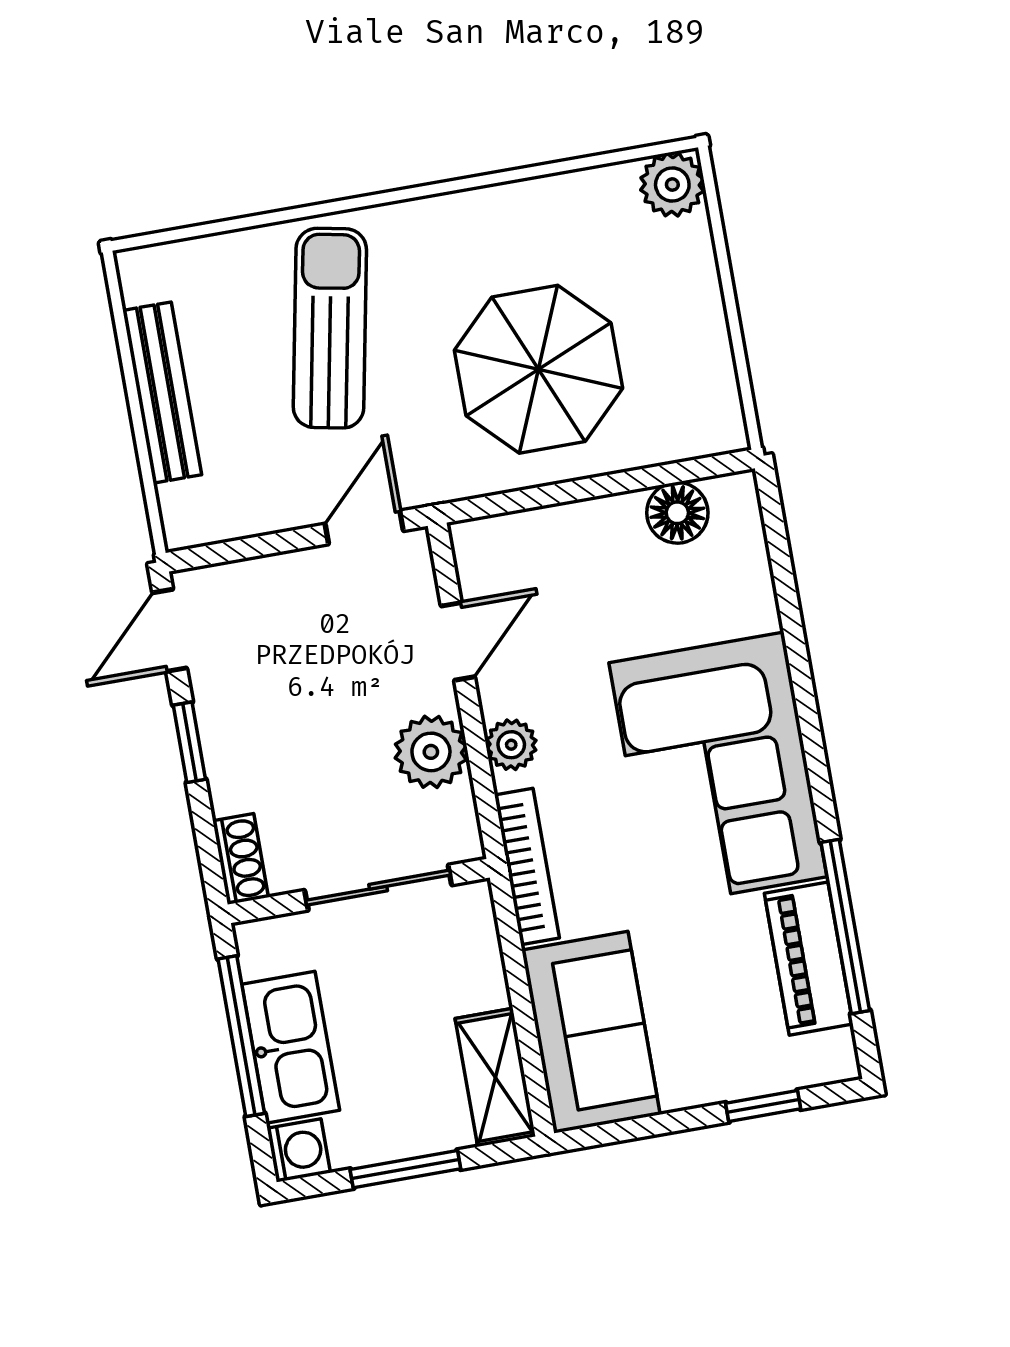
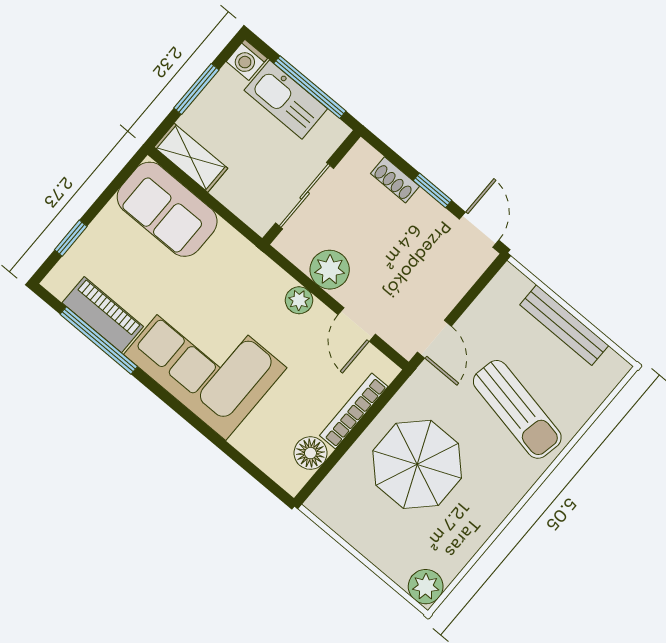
shoe rack: (241, 859) -> (395, 180), moved
bookcase: (527, 866) -> (354, 411), moved, turned 90

